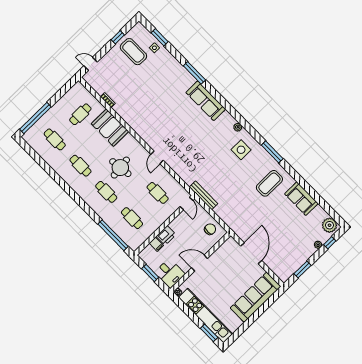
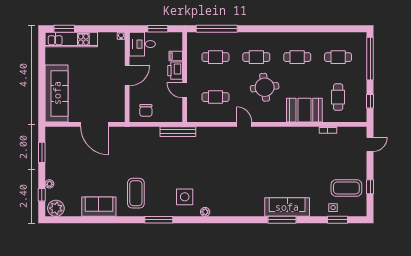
window: (63, 91) -> (370, 101), added
sofa: (206, 101) -> (287, 207), moved
door: (186, 204) -> (185, 90), moved
kitchen unit: (206, 316) -> (71, 39), width x0.73

